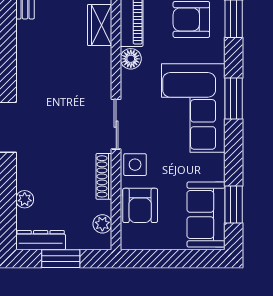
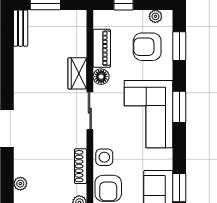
wardrobe: (100, 25) -> (77, 73), moved
sliding door: (116, 124) -> (90, 111), moved

